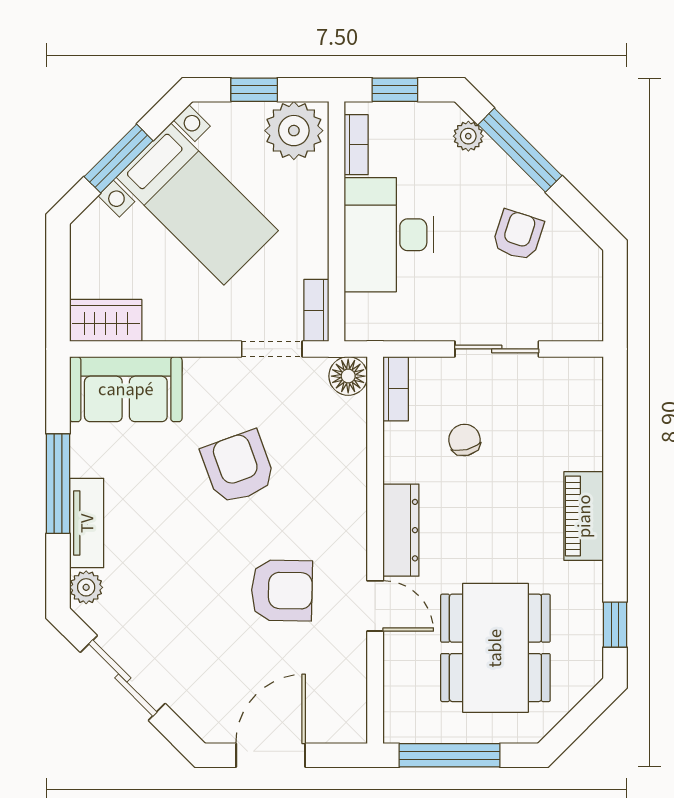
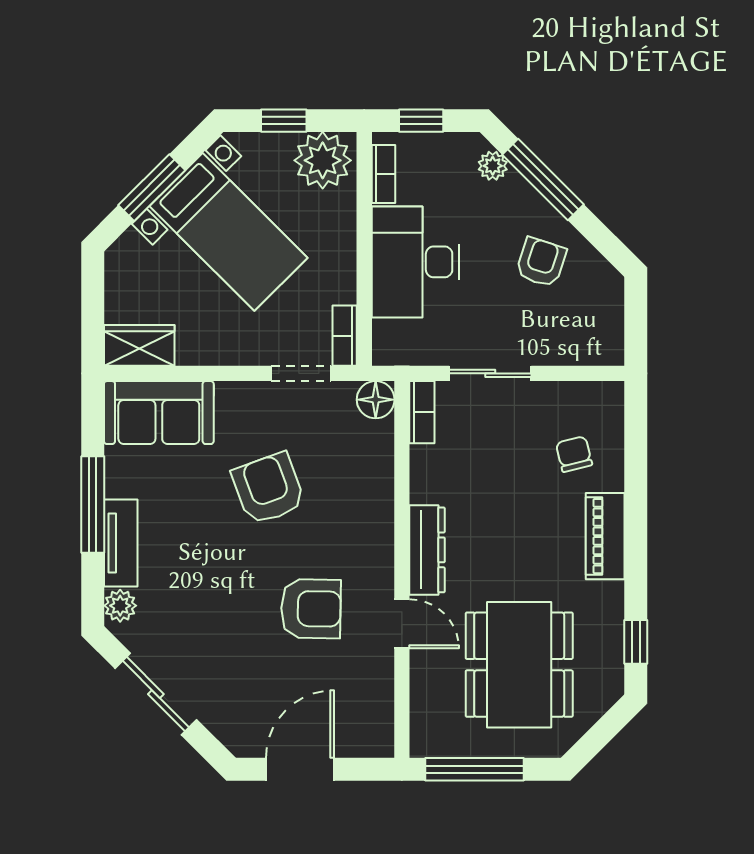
sliding door: (497, 349) -> (490, 373), moved
chair: (464, 440) -> (574, 454), moved

